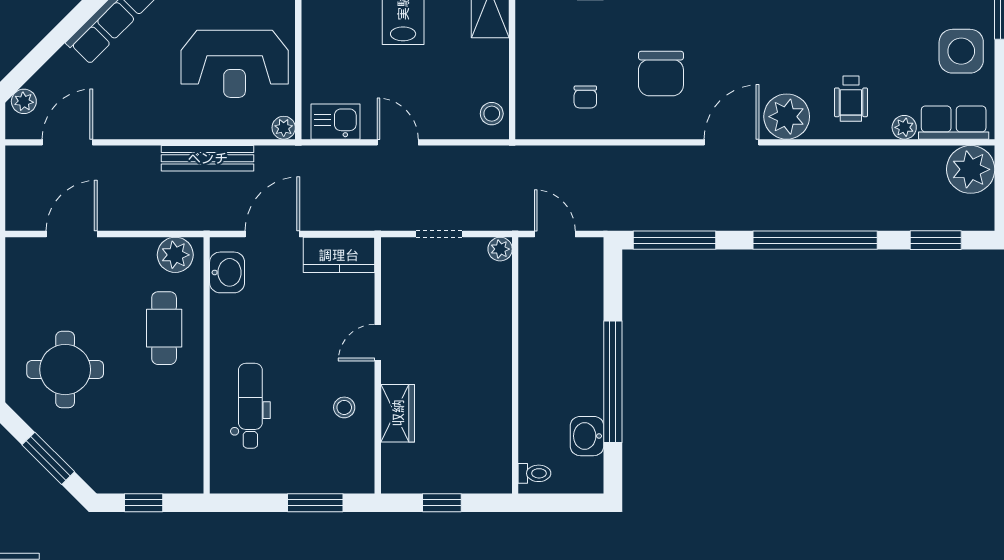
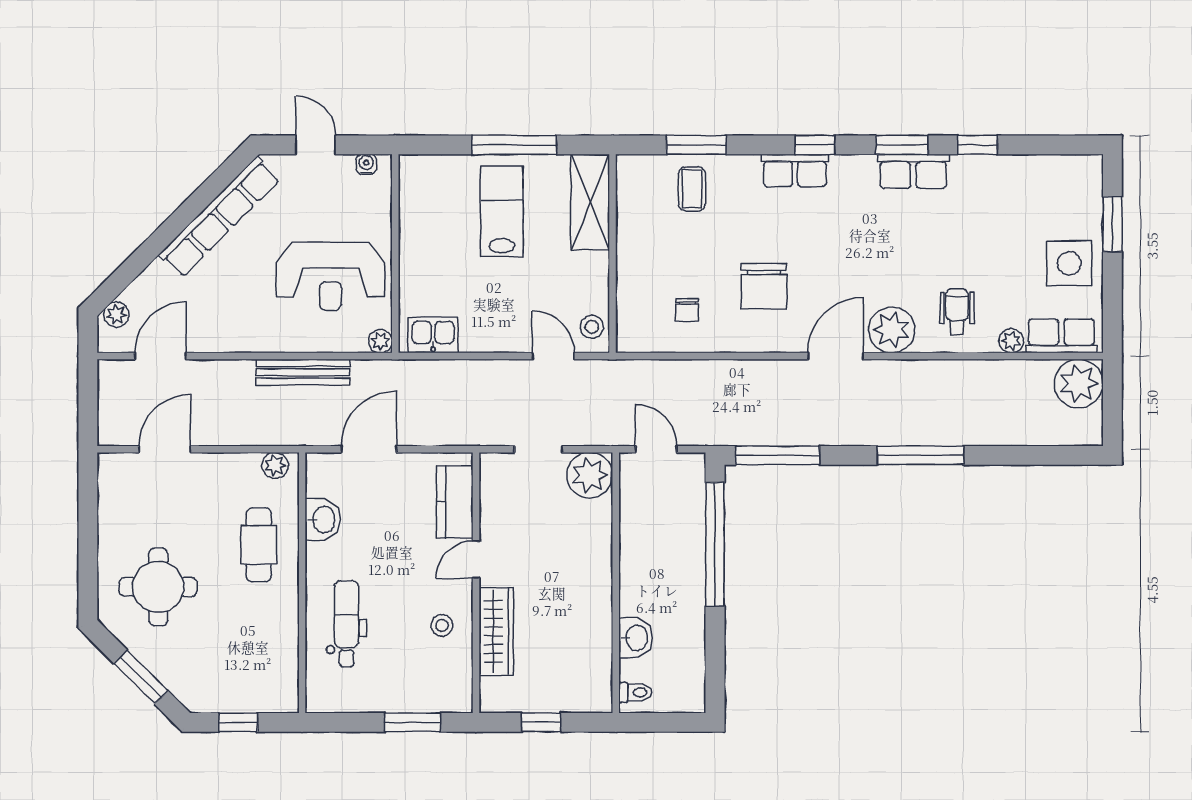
wheelchair: (851, 99) -> (957, 312), turned 180
door: (398, 142) -> (553, 356), moved
window: (815, 240) -> (921, 455), width x0.68
window: (936, 240) -> (1043, 455), removed
plant: (500, 249) -> (590, 475), width x1.88, depth x1.88
plant: (175, 255) -> (275, 465), width x0.73, depth x0.73
kitchen counter: (339, 255) -> (455, 502), moved, turned 90
washbasin: (227, 272) -> (323, 520), moved
window: (613, 382) -> (715, 544), moved
wardrobe: (398, 413) -> (496, 631), width x1.50
washbasin: (587, 436) -> (636, 638), moved, turned 180

